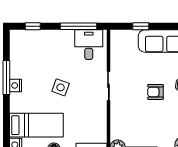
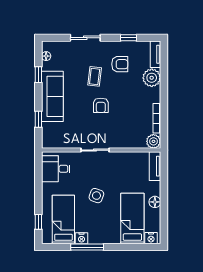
window: (78, 26) -> (38, 178), removed
bed: (35, 53) -> (63, 219), added
nightstand: (16, 85) -> (81, 238), moved

